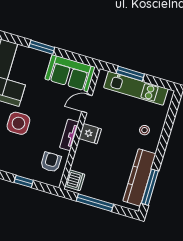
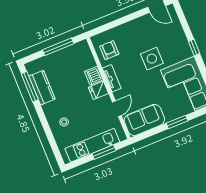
armchair: (51, 162) -> (109, 50), turned 180
kitchen counter: (139, 177) -> (42, 88), width x0.67
dishwasher: (75, 180) -> (94, 76), moved
window: (24, 181) -> (117, 23), removed

